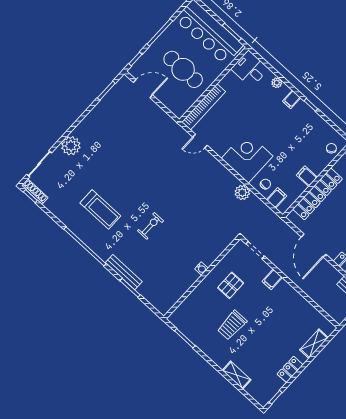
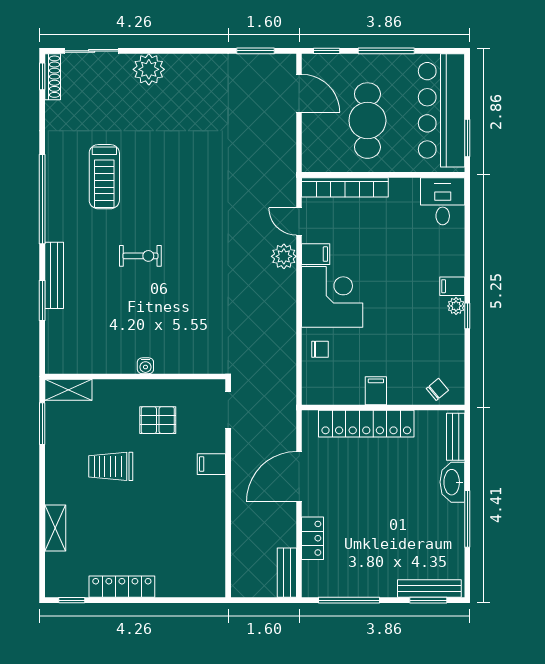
plant: (277, 83) -> (456, 306), moved
plant: (242, 192) -> (284, 256), moved
filing cabinet: (277, 198) -> (316, 254), moved
shelving: (314, 344) -> (68, 390), moved
locker: (290, 369) -> (122, 587), width x1.53

